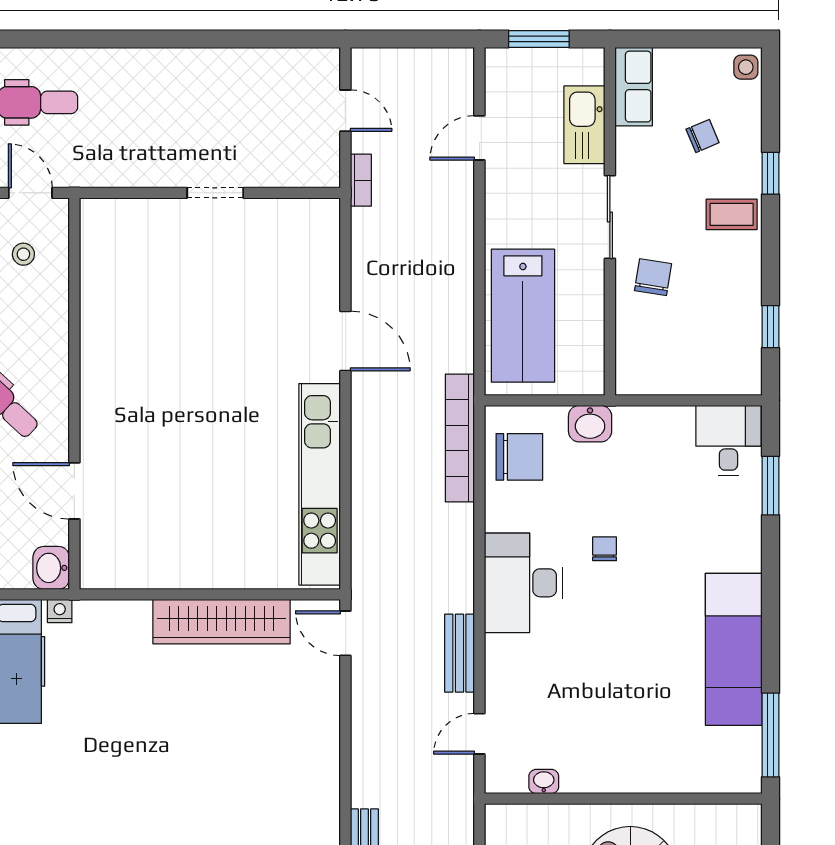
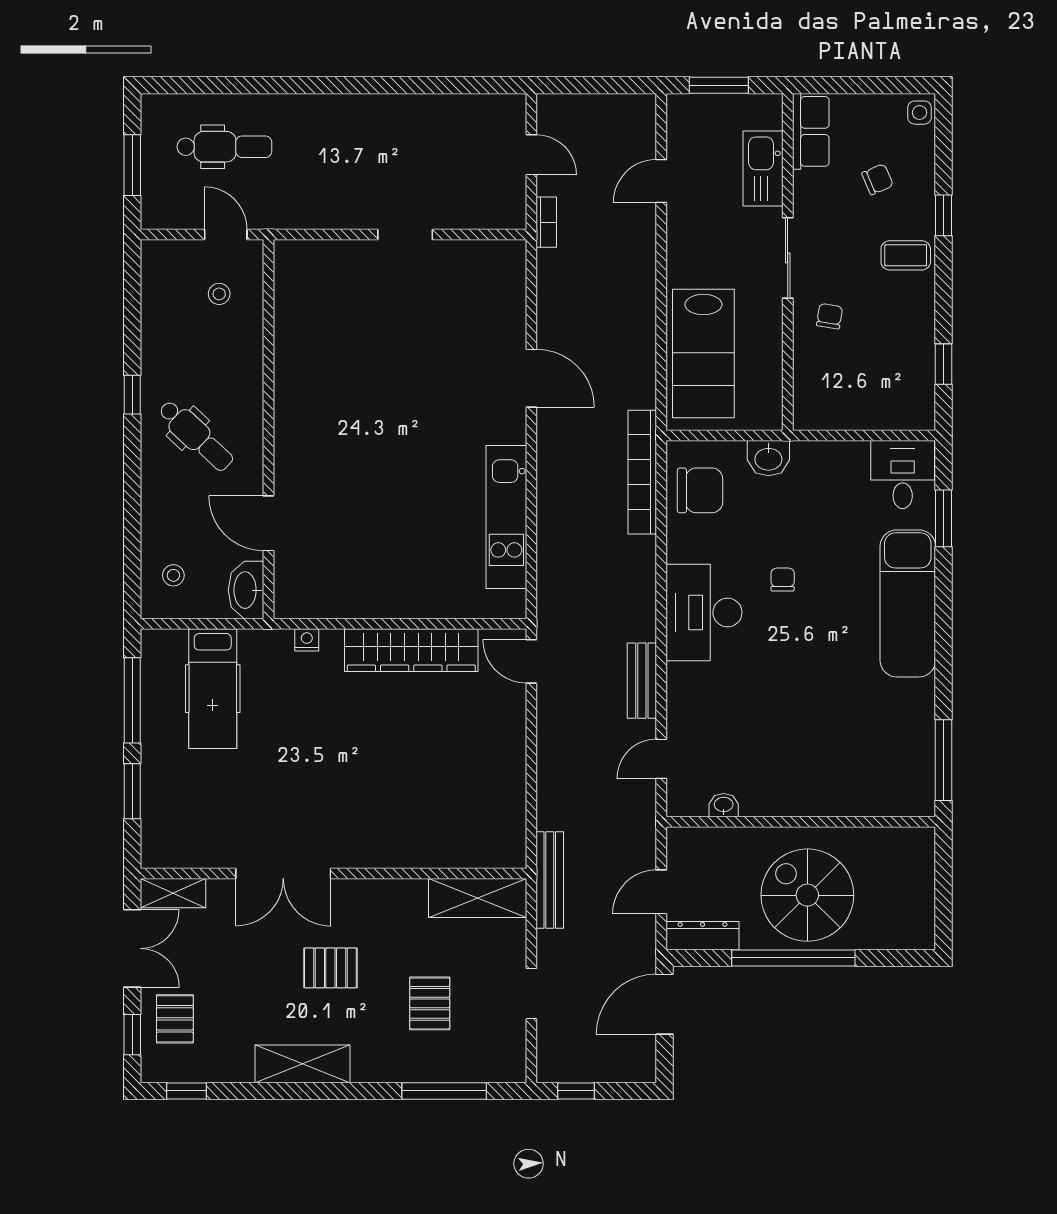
chair: (653, 277) -> (830, 316), width x0.73, depth x0.73
kitchen unit: (320, 484) -> (506, 517), width x0.73
washbasin: (51, 568) -> (246, 590), width x1.38
nightstand: (60, 611) -> (307, 640), moved
exam couch: (734, 649) -> (908, 603), moved

